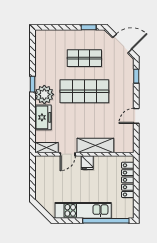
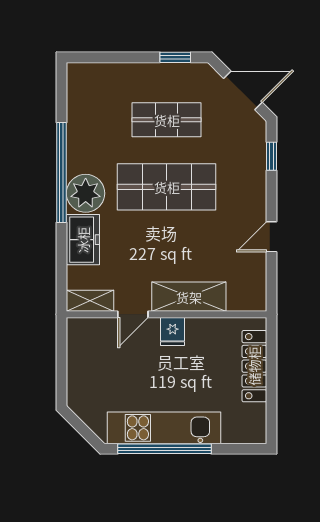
window: (32, 84) -> (62, 172), width x3.17
window: (106, 221) -> (164, 449), moved

